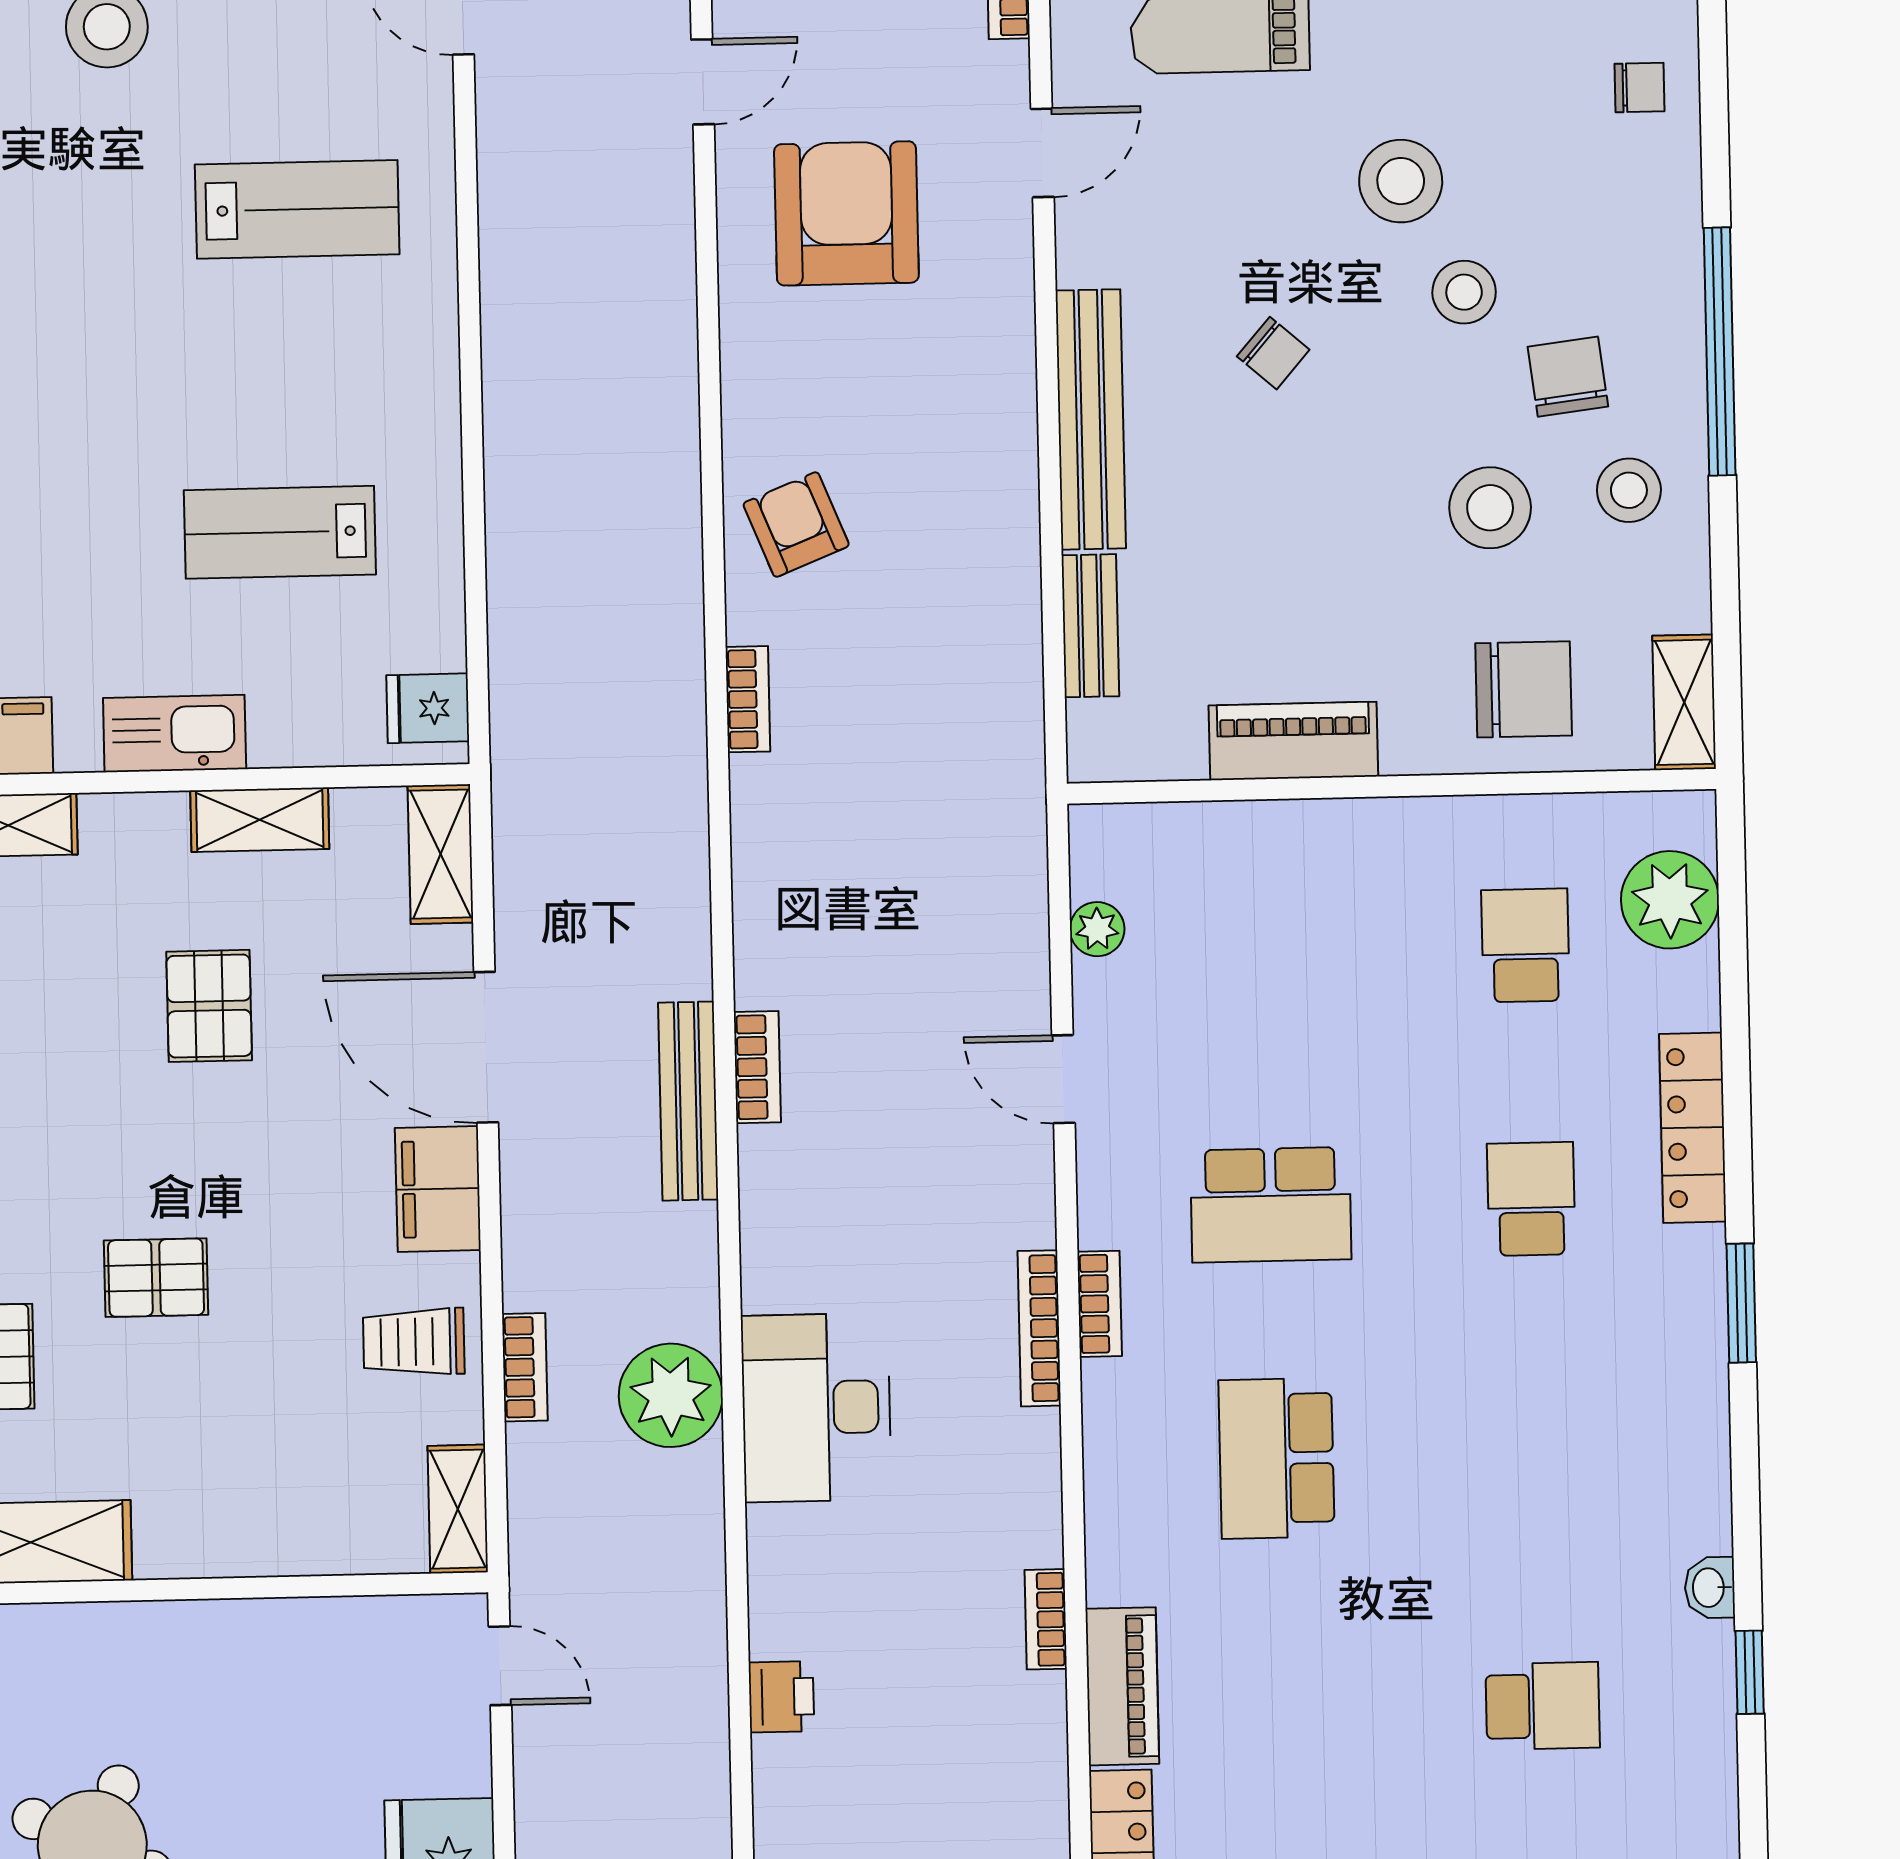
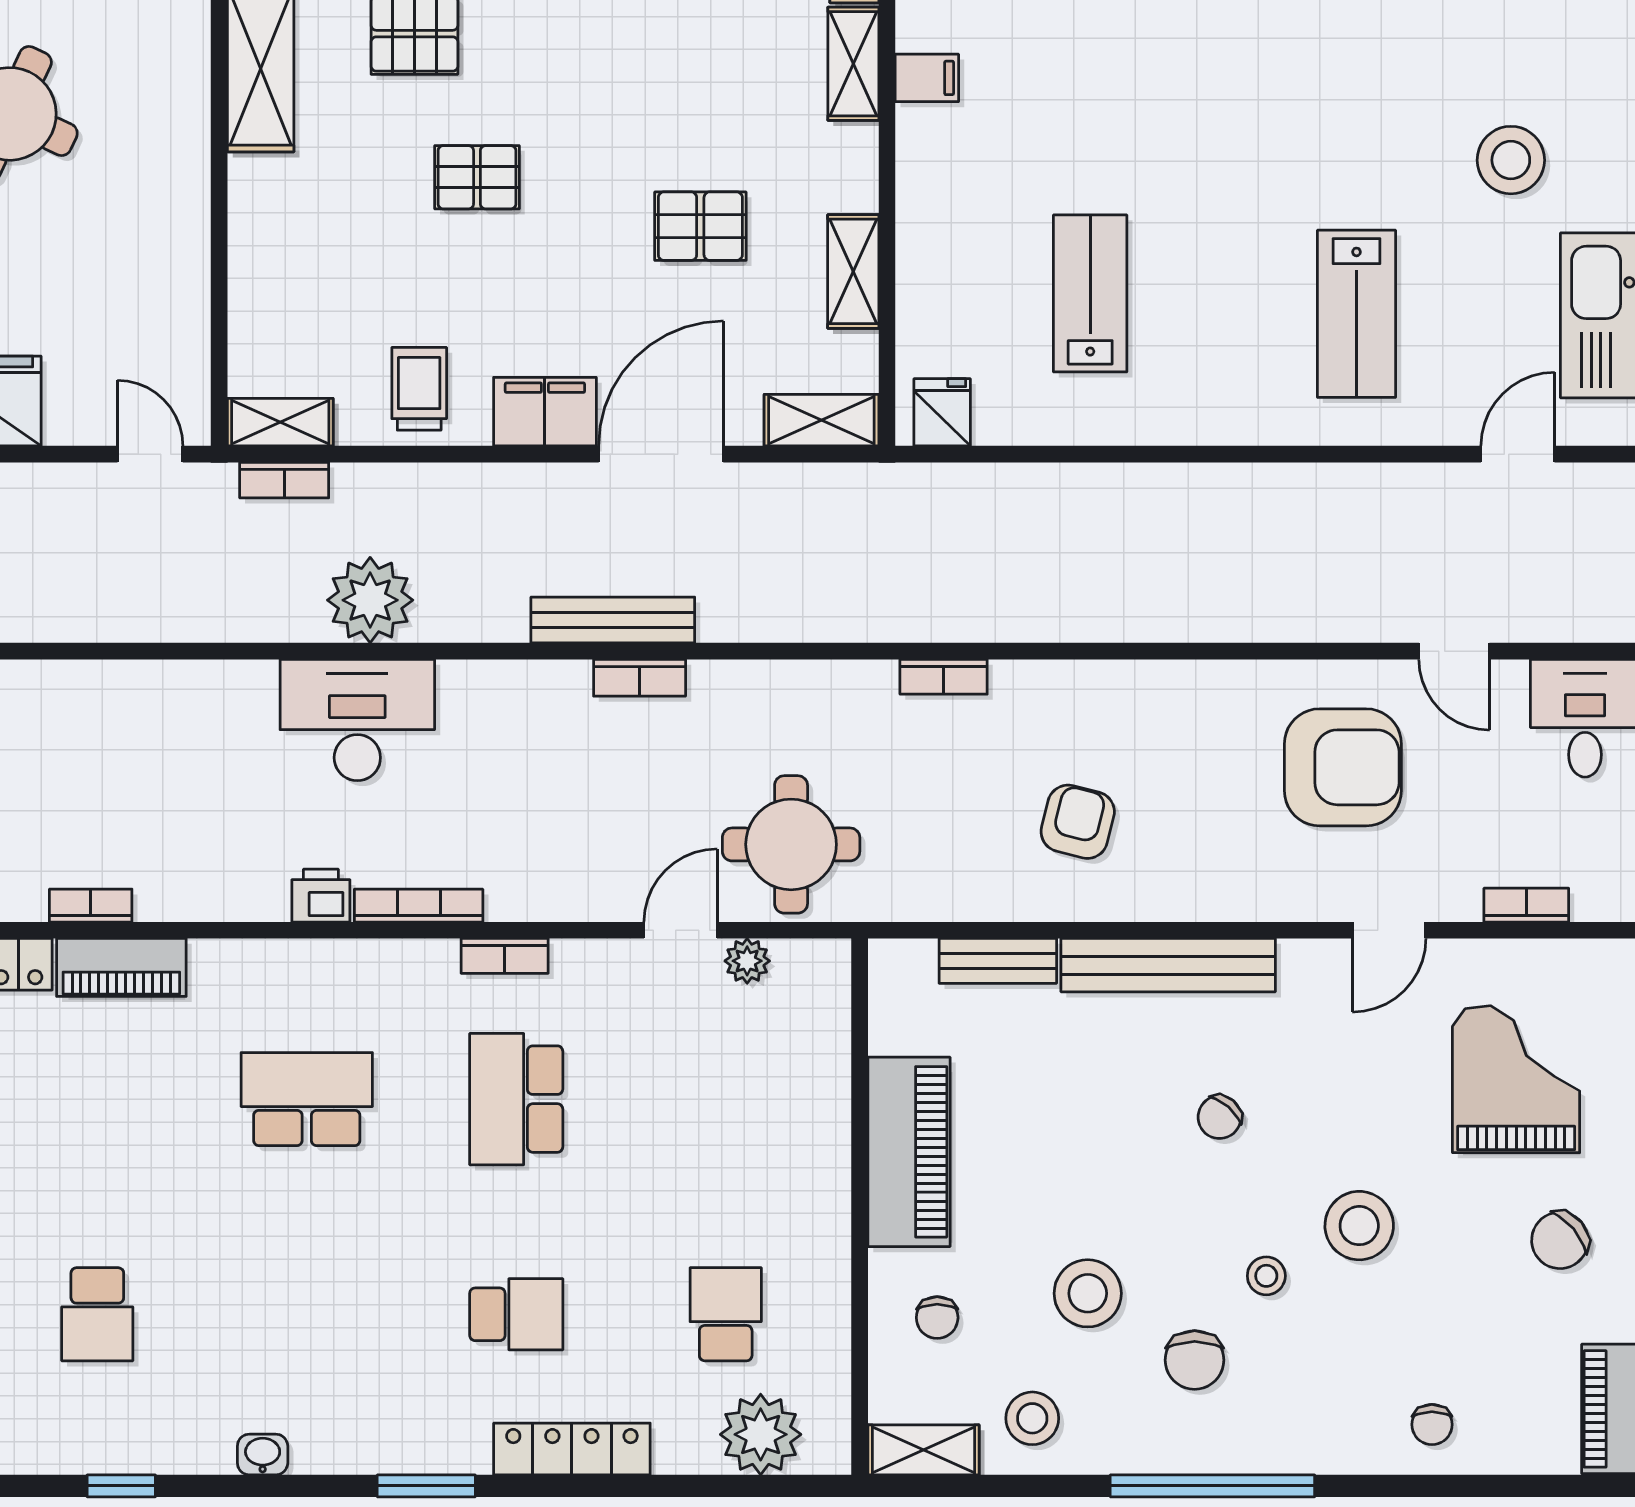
door: (1042, 153) -> (1389, 930), hinge flipped
stool: (1464, 292) -> (1266, 1276), width x0.73, depth x0.73
chair: (1568, 377) -> (1195, 1360), turned 97
stool: (1629, 490) -> (1032, 1418), moved
armchair: (796, 525) -> (1078, 822), moved, turned -54
chair: (1524, 689) -> (937, 1318), width x0.54, depth x0.54
kitchen sink: (175, 733) -> (926, 203), removed
piano: (1293, 741) -> (909, 1152), width x1.37, depth x1.33
round table: (955, 879) -> (791, 844), added
school desk: (1525, 945) -> (726, 1314), turned -90
door: (1063, 1079) -> (681, 930), moved
pallet: (156, 1278) -> (477, 177), turned 90
bookcase: (1100, 1304) -> (505, 956), moved
bookcase: (525, 1367) -> (284, 480), moved
washbasin: (1710, 1588) -> (263, 1455), moved
bookcase: (1046, 1619) -> (91, 906), moved
door: (500, 1666) -> (150, 454), swing flipped
printer: (781, 1697) -> (321, 896), moved, turned 180

